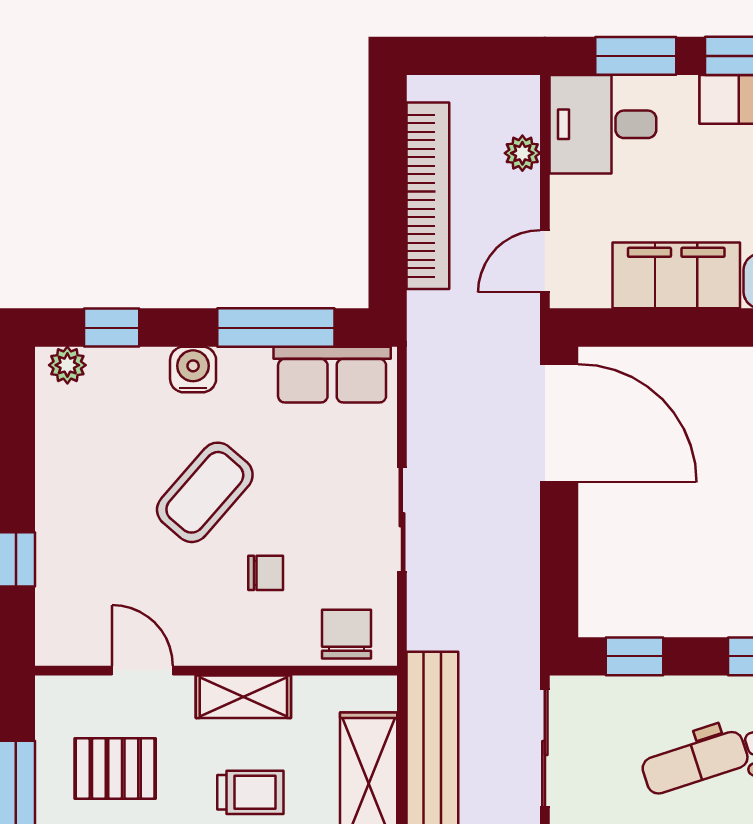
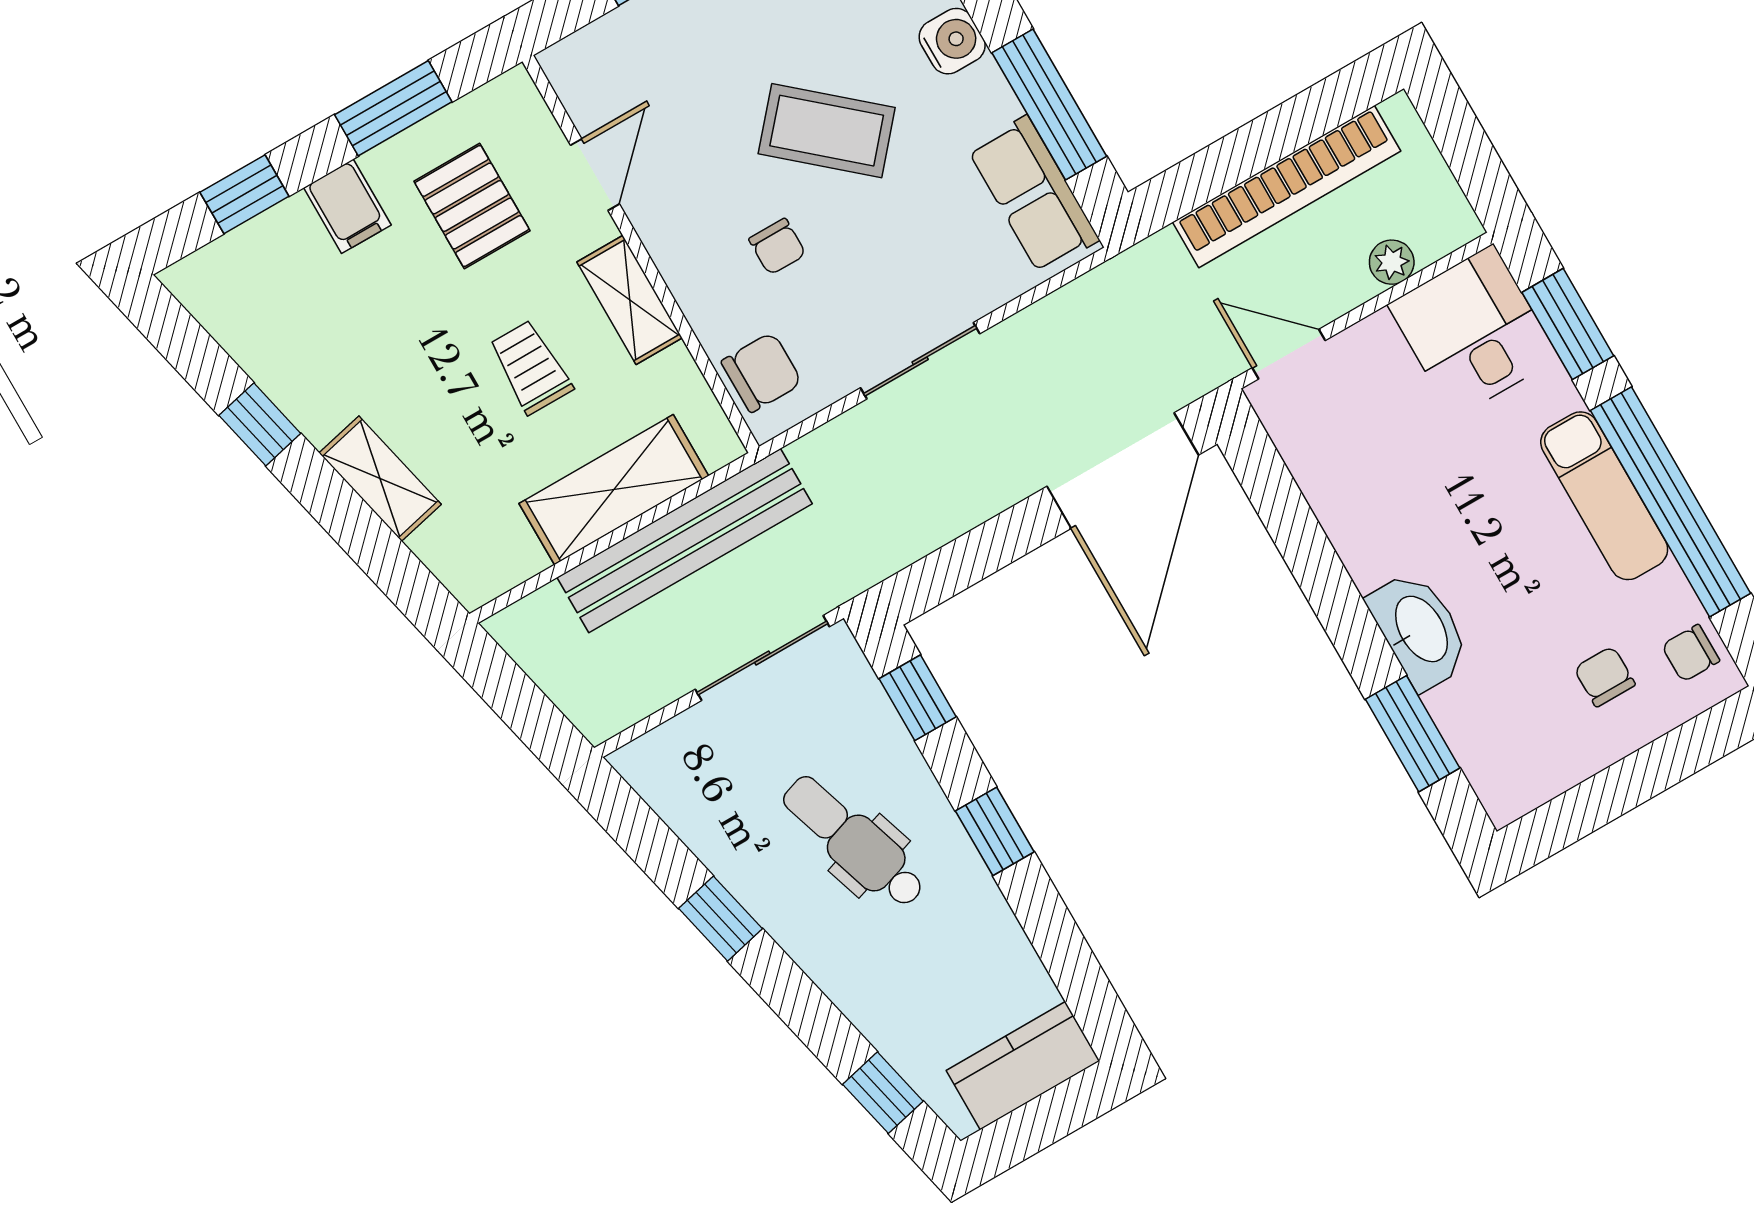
filing cabinet: (676, 275) -> (1356, 505), removed
trolley: (250, 792) -> (531, 367), turned 180

